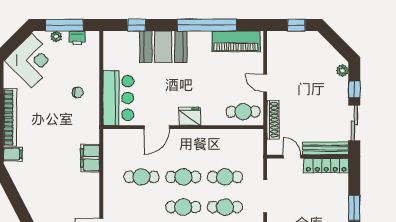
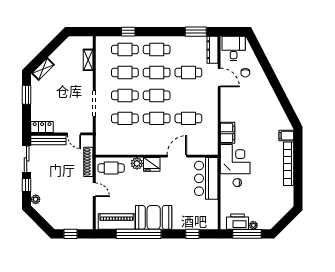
printer: (77, 38) -> (237, 222), width x1.87, depth x1.48
booth: (163, 47) -> (154, 217), moved
corner desk: (32, 60) -> (235, 159), moved, turned 135
plant: (209, 118) -> (137, 163), added
locker: (326, 166) -> (42, 127), width x0.66

